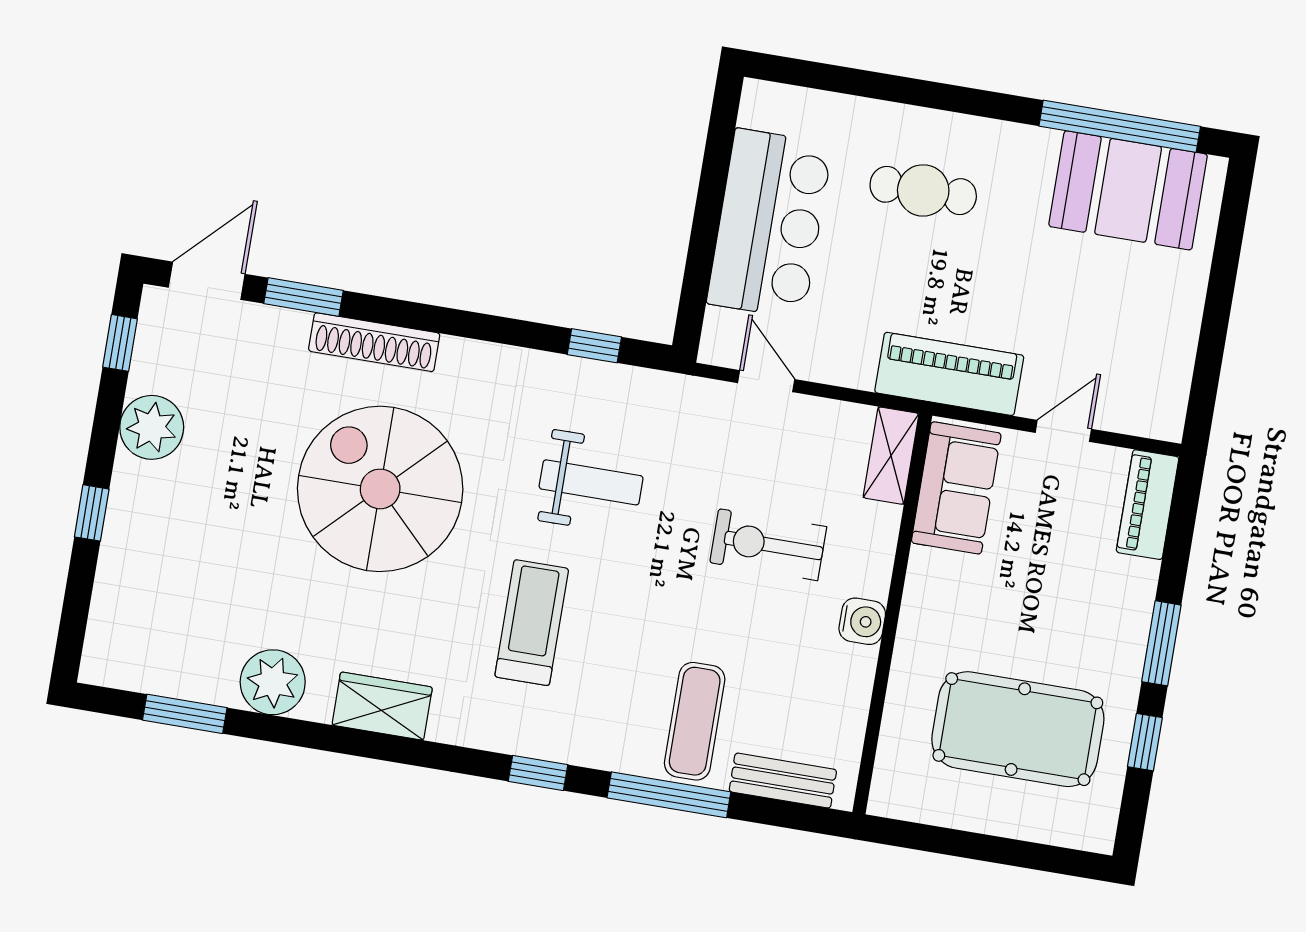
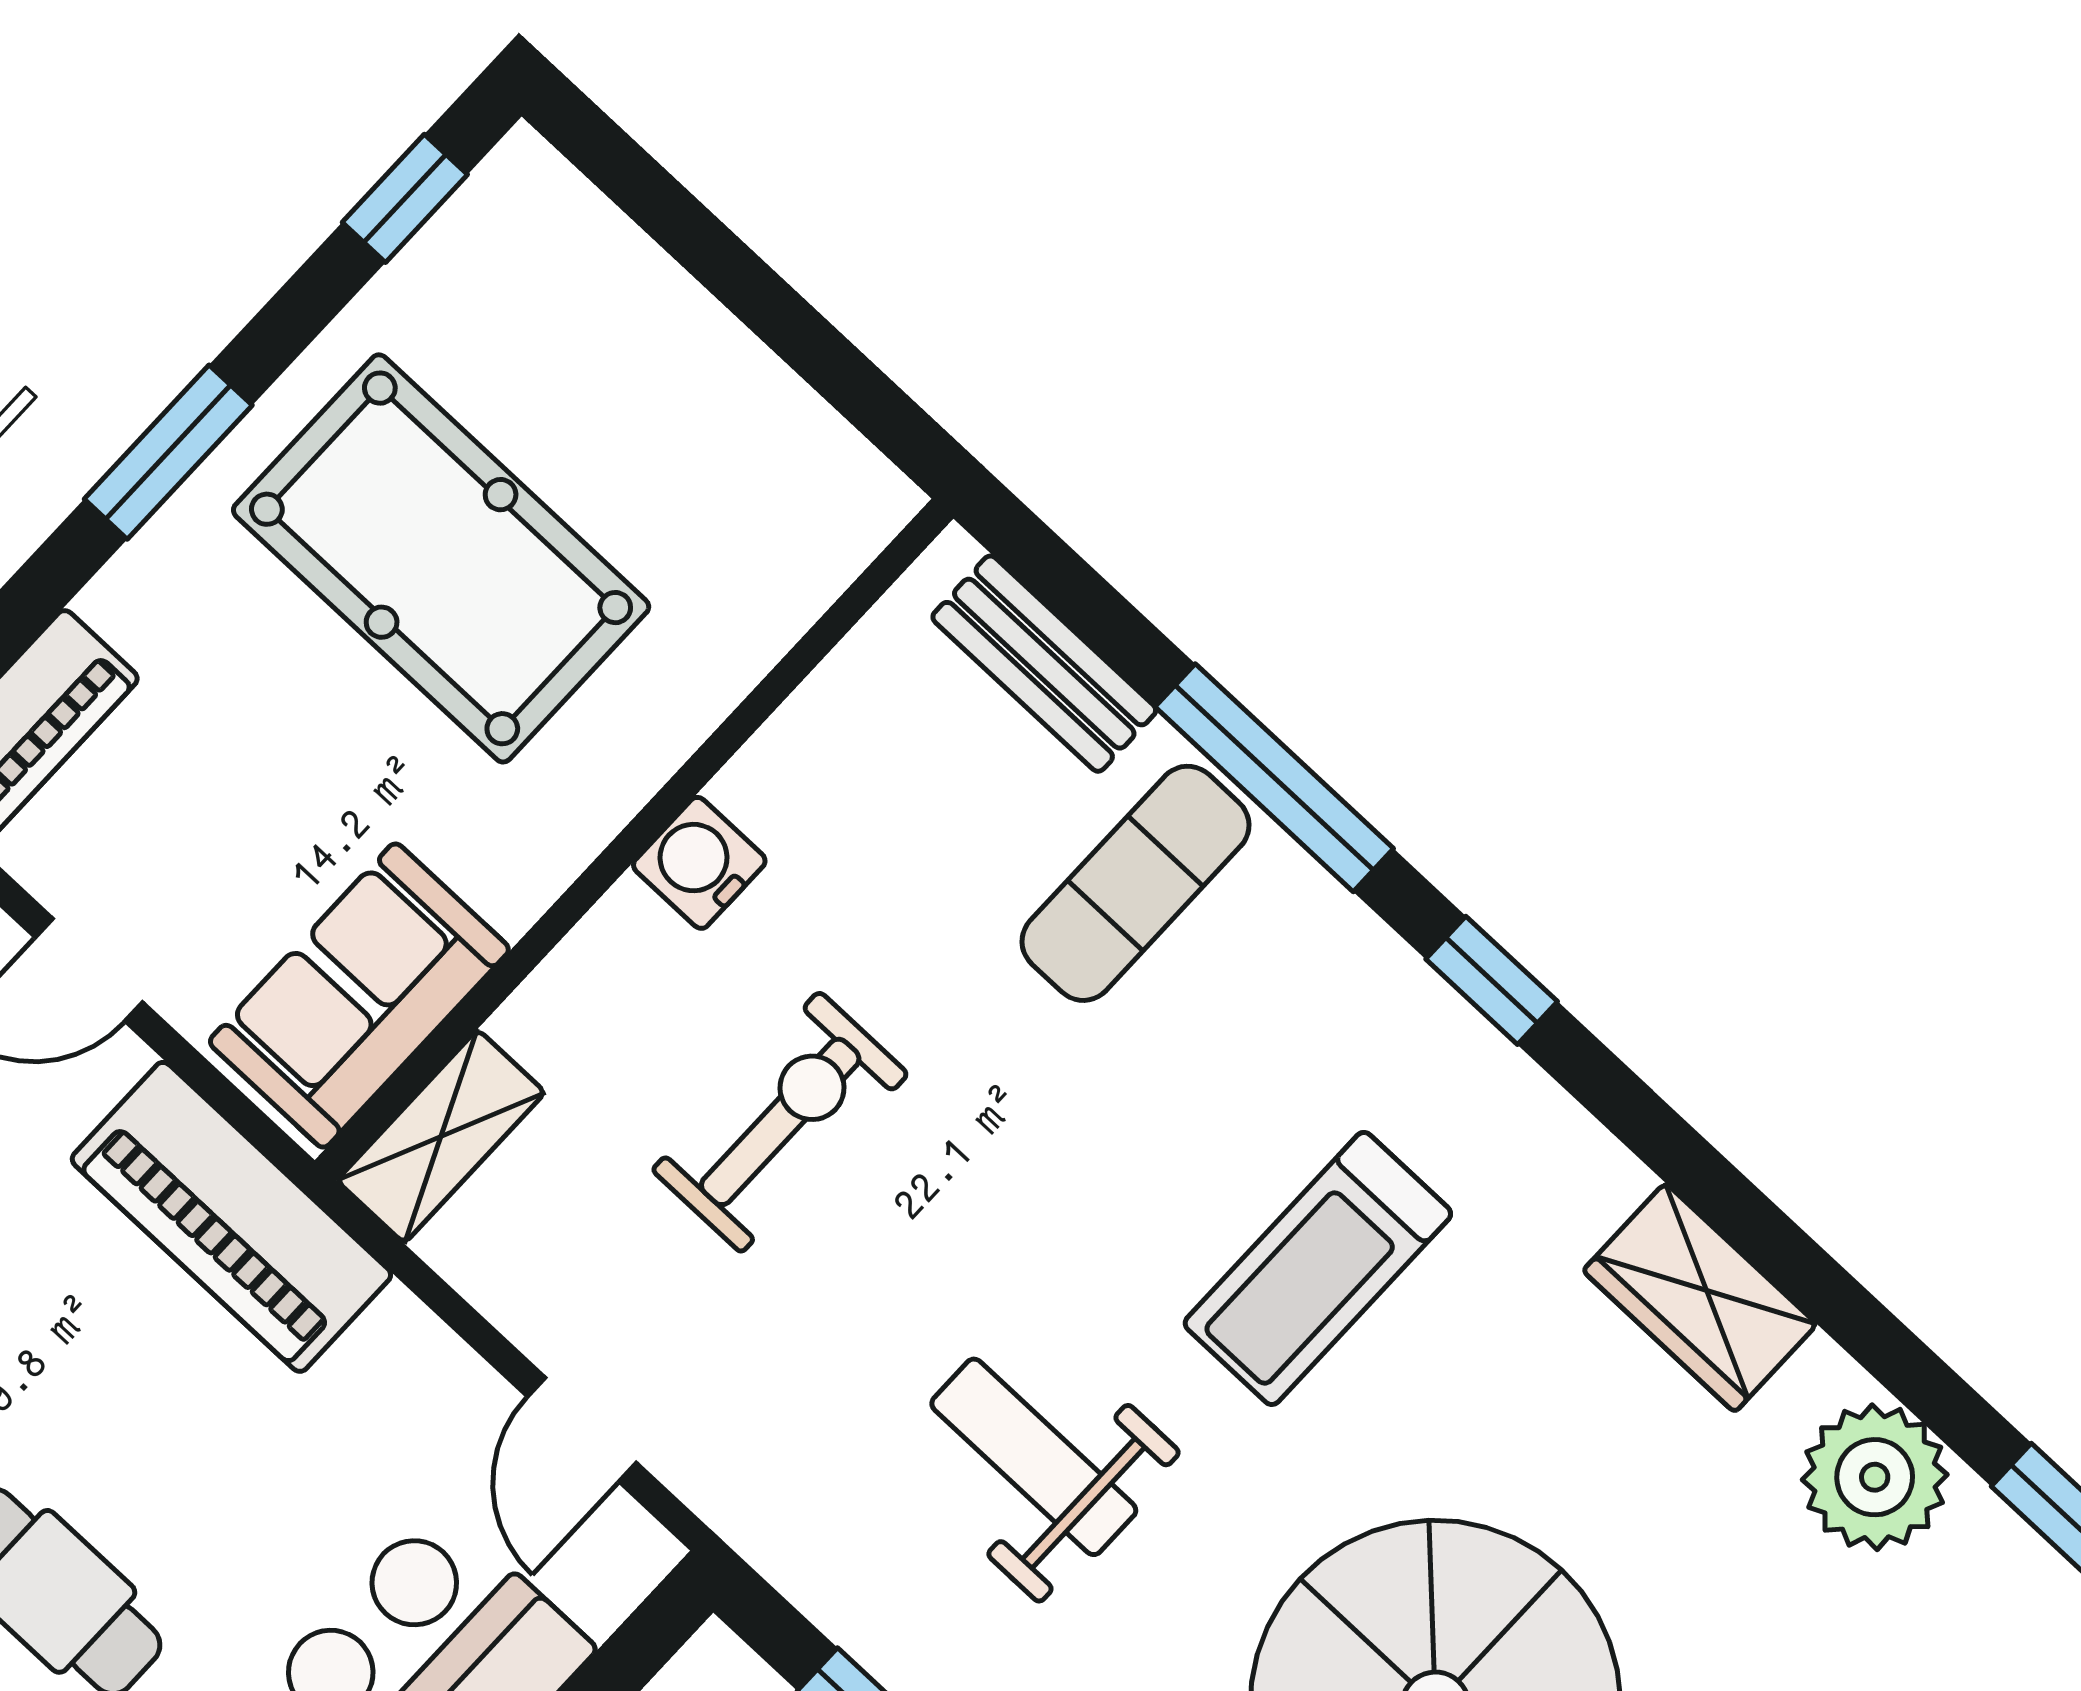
exercise bike: (768, 545) -> (780, 1122), turned -90
pool table: (1018, 729) -> (441, 558), moved
window: (1145, 742) -> (405, 198), moved

